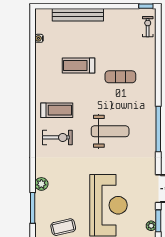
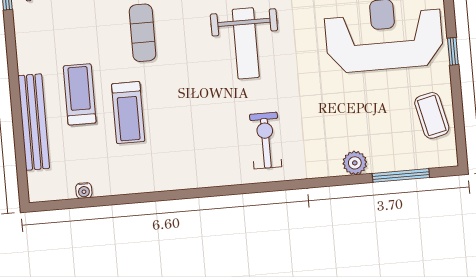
treadmill: (57, 110) -> (80, 94), moved
weight bench: (110, 131) -> (246, 43), turned 180

